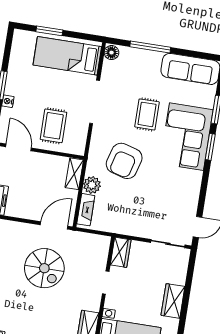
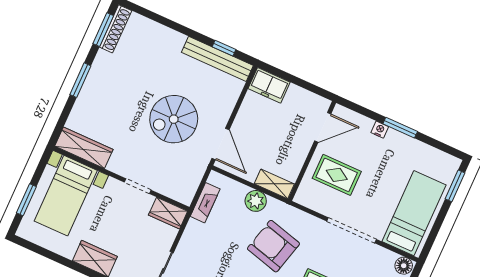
window: (49, 31) -> (455, 186), moved
fireplace: (86, 210) -> (205, 203), moved, turned -90

